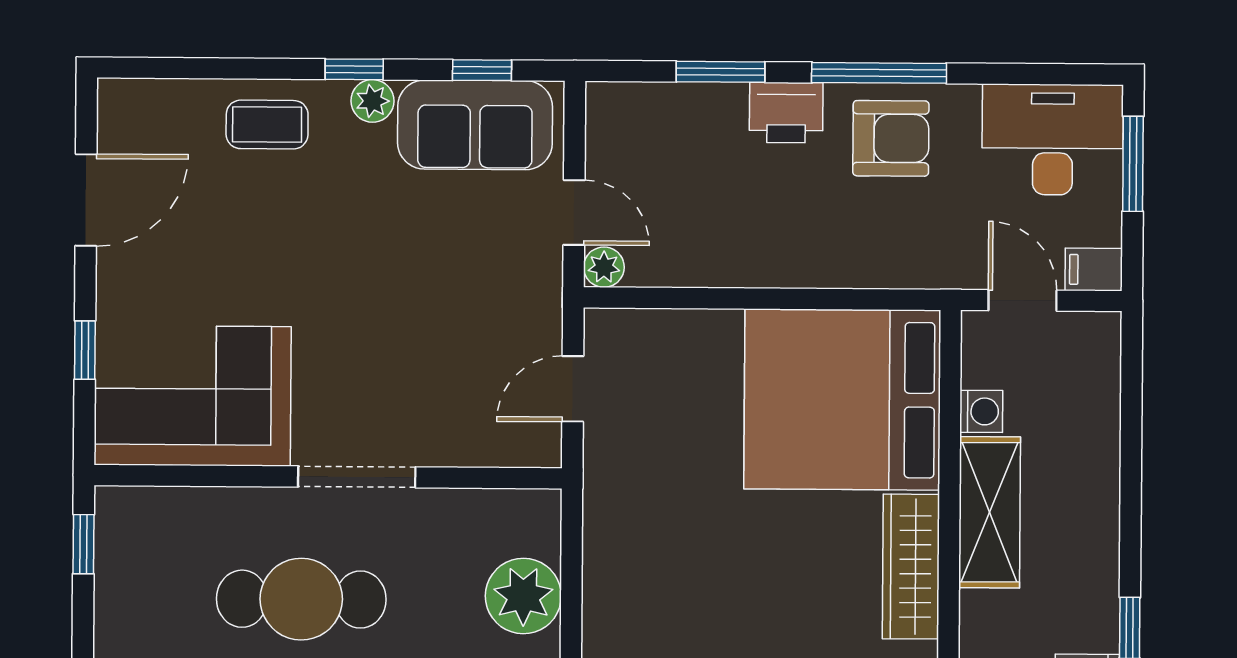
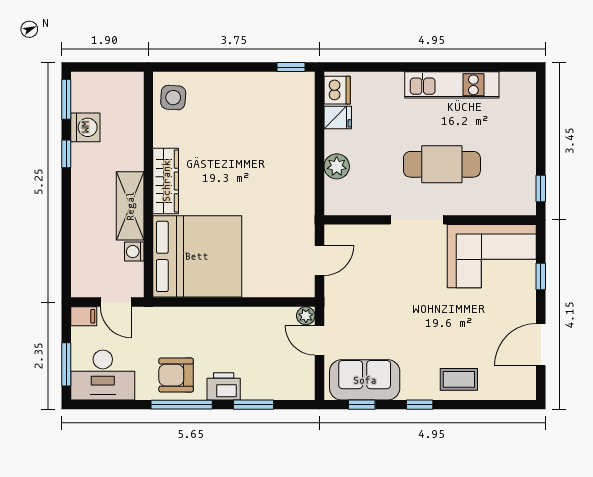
plant: (372, 101) -> (411, 390), removed
plant: (523, 596) -> (337, 166), width x0.73, depth x0.73

